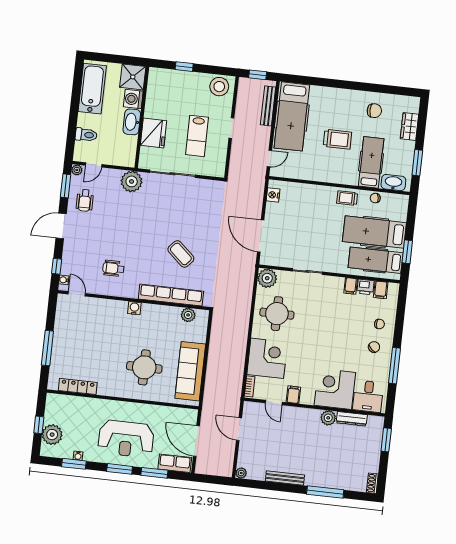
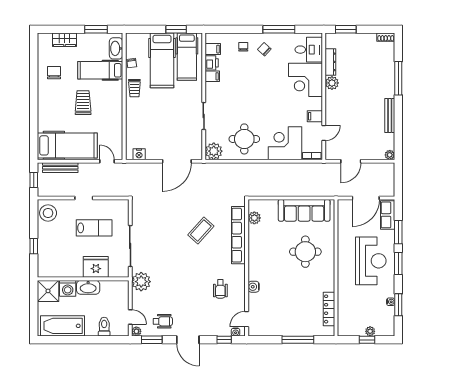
water cooler: (134, 308) -> (254, 287), moved
plant: (52, 435) -> (370, 331), width x0.53, depth x0.53

